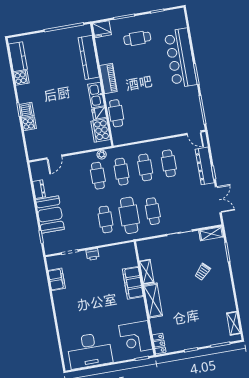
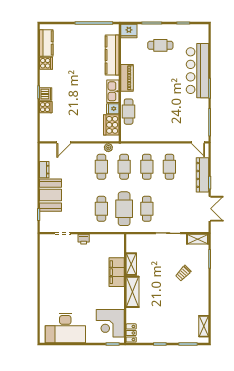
filing cabinet: (57, 279) -> (46, 257), removed

